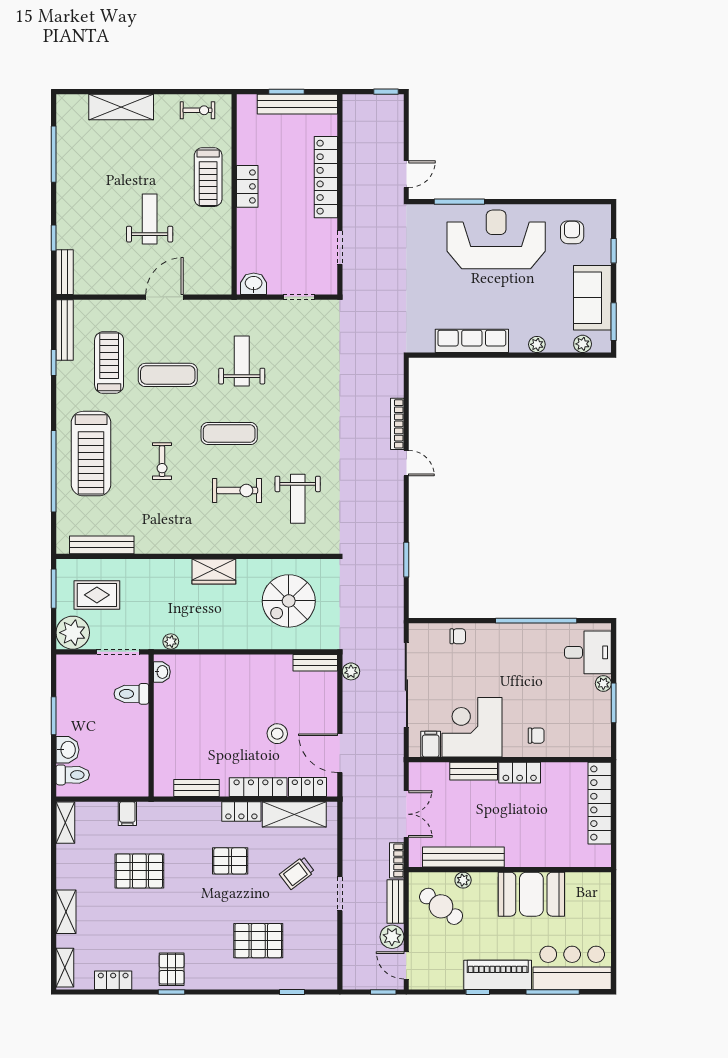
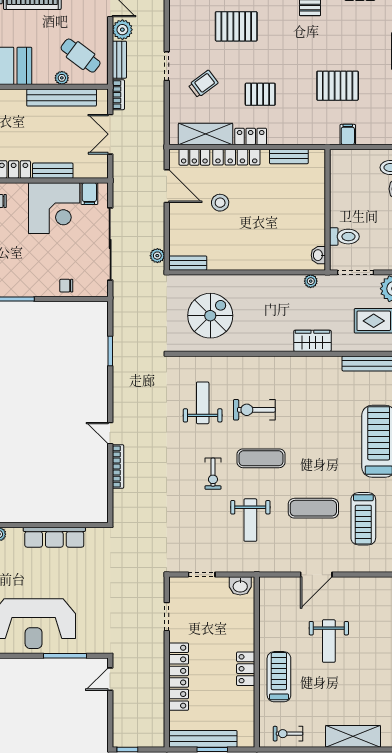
exercise bike: (162, 461) -> (213, 474), moved, turned 180
wardrobe: (214, 571) -> (312, 341), moved

